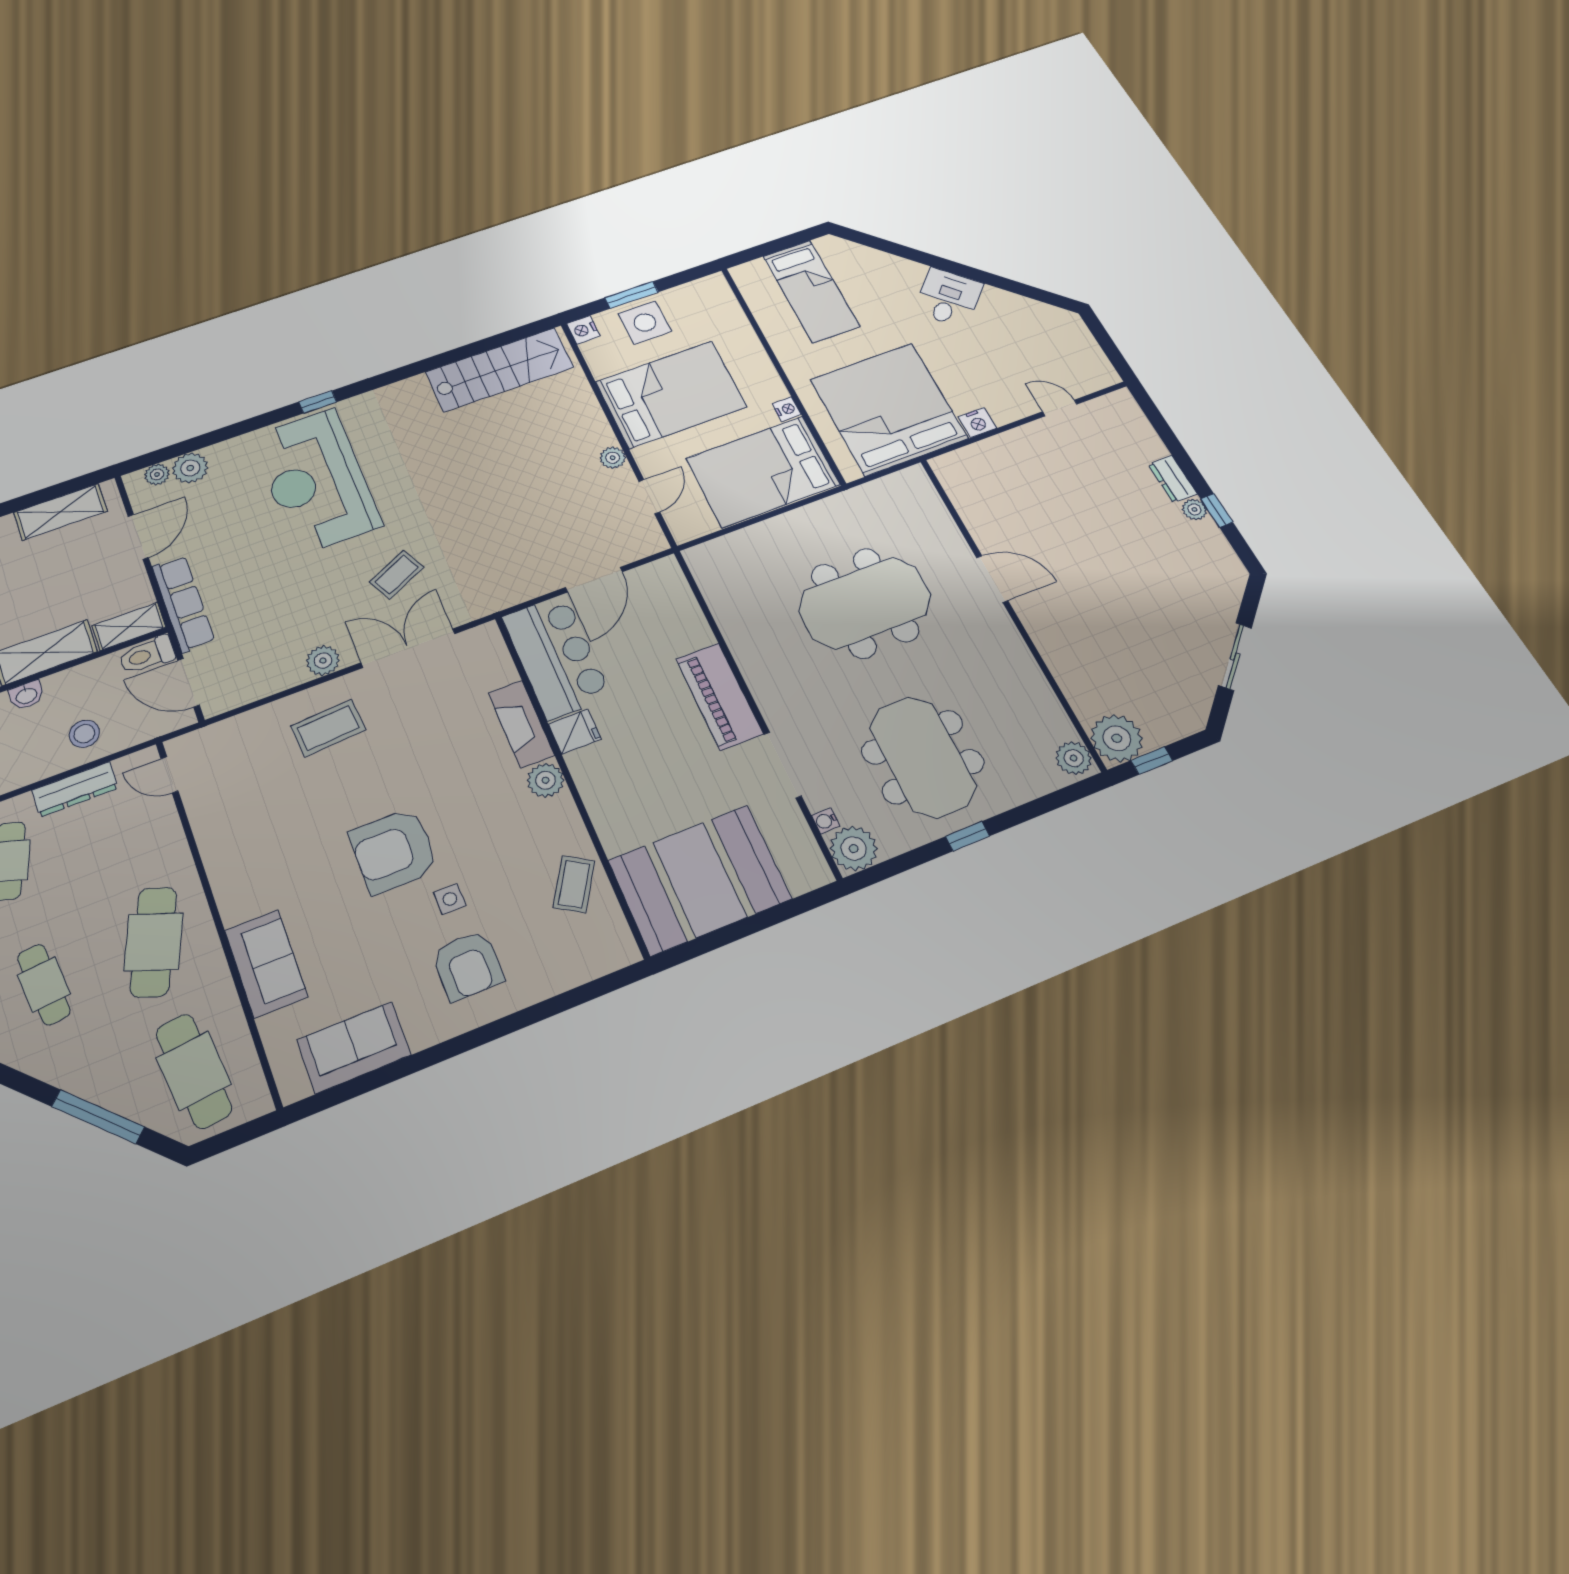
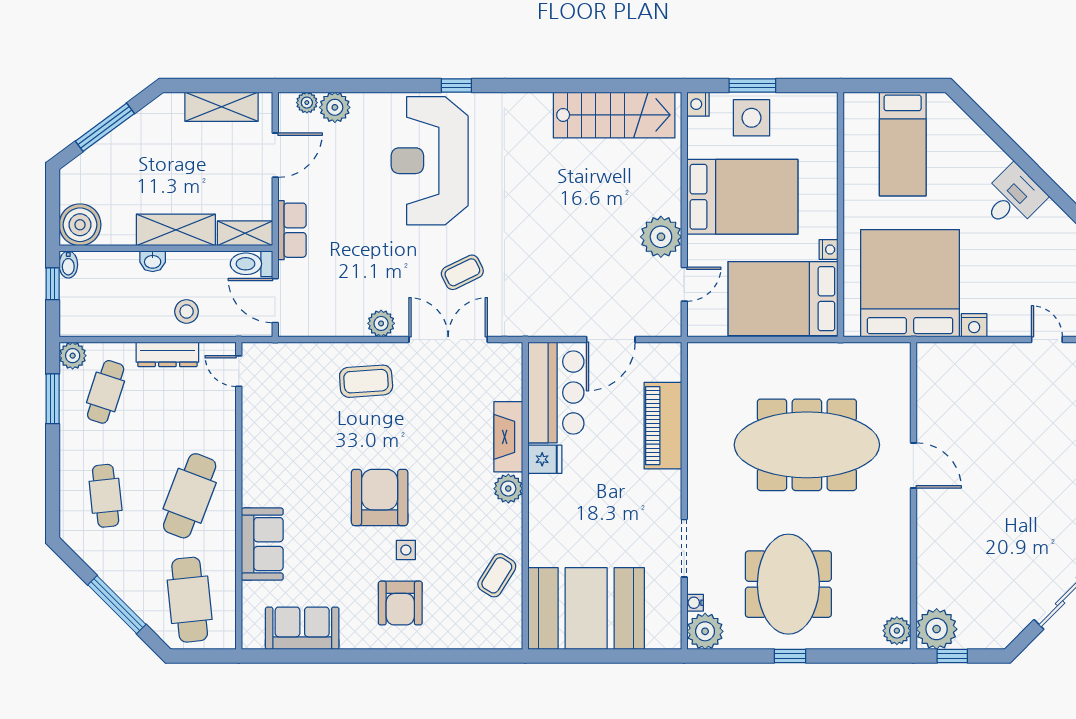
plant: (613, 458) -> (661, 237), width x1.87, depth x1.87
meeting table: (865, 603) -> (807, 445), width x1.36
row of seats: (183, 604) -> (292, 230), width x0.68
piano: (719, 696) -> (663, 426), moved
armchair: (394, 851) -> (380, 497), turned 90

